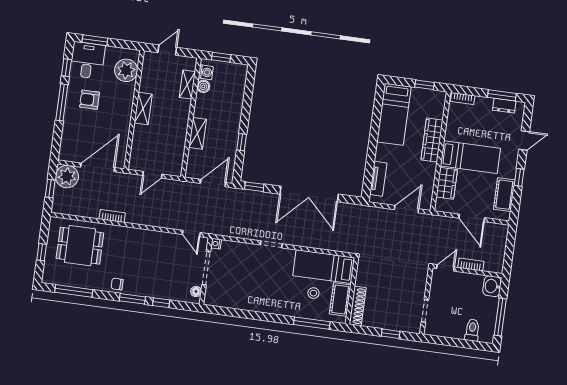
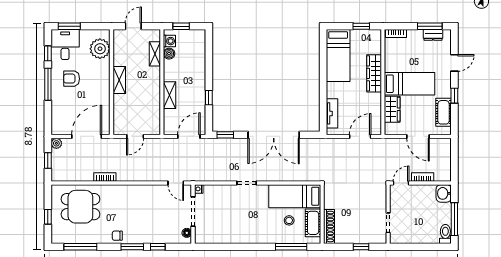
plant: (67, 177) -> (56, 143), width x0.53, depth x0.53
toilet: (472, 330) -> (445, 234), moved

